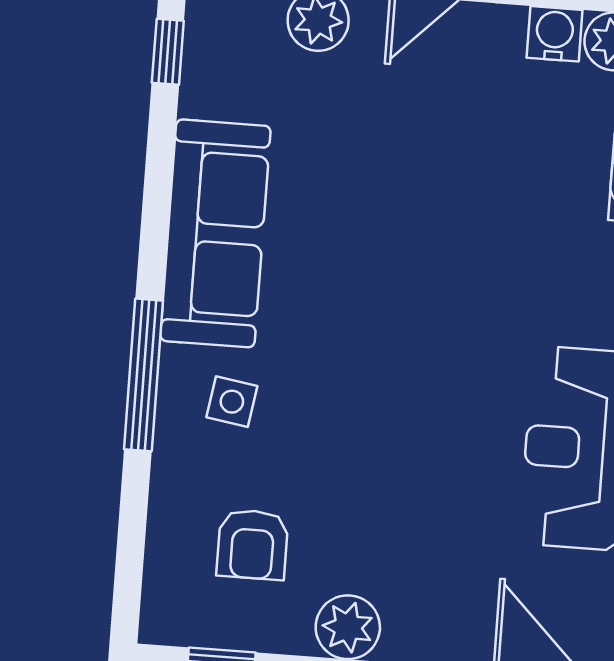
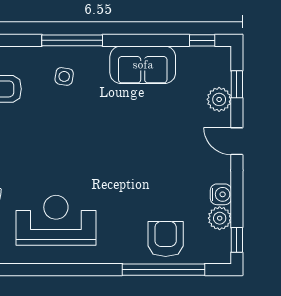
sofa: (215, 233) -> (143, 65), width x0.73

